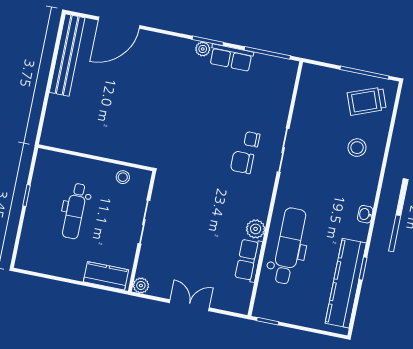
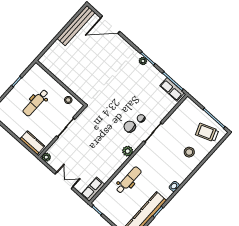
row of seats: (231, 58) -> (172, 89), moved
plant: (256, 229) -> (128, 151), moved
dental chair: (289, 246) -> (129, 180), width x0.73, depth x0.72
row of seats: (249, 260) -> (93, 189), moved

